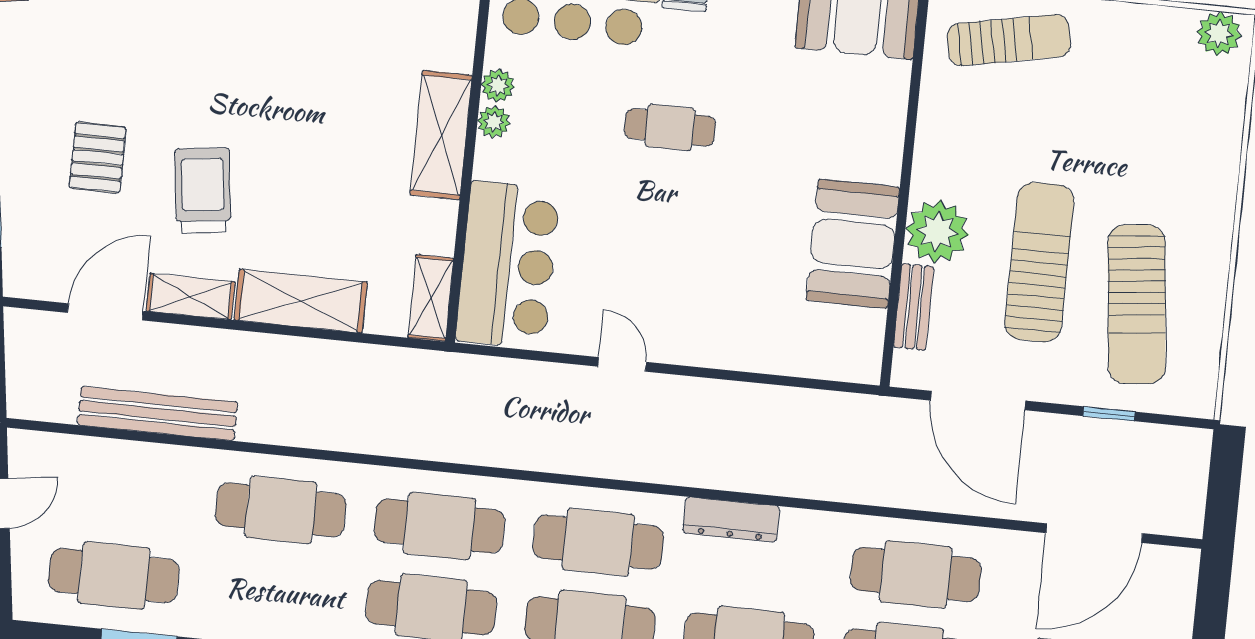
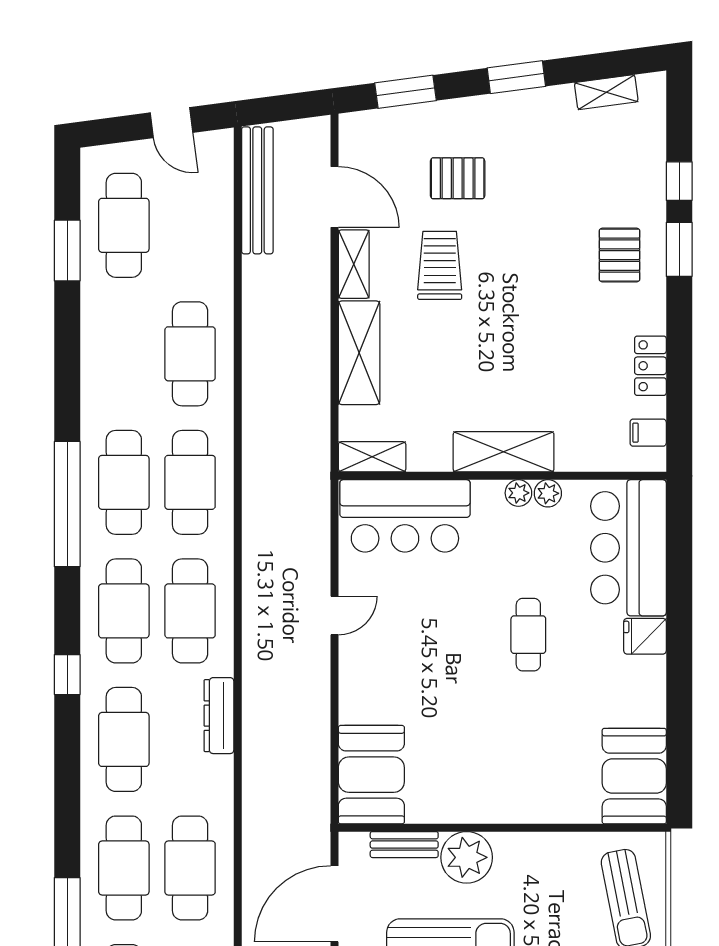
trolley: (203, 190) -> (440, 265), turned -83
booth: (853, 244) -> (371, 775), moved, turned 90
bench: (158, 413) -> (257, 190), moved

